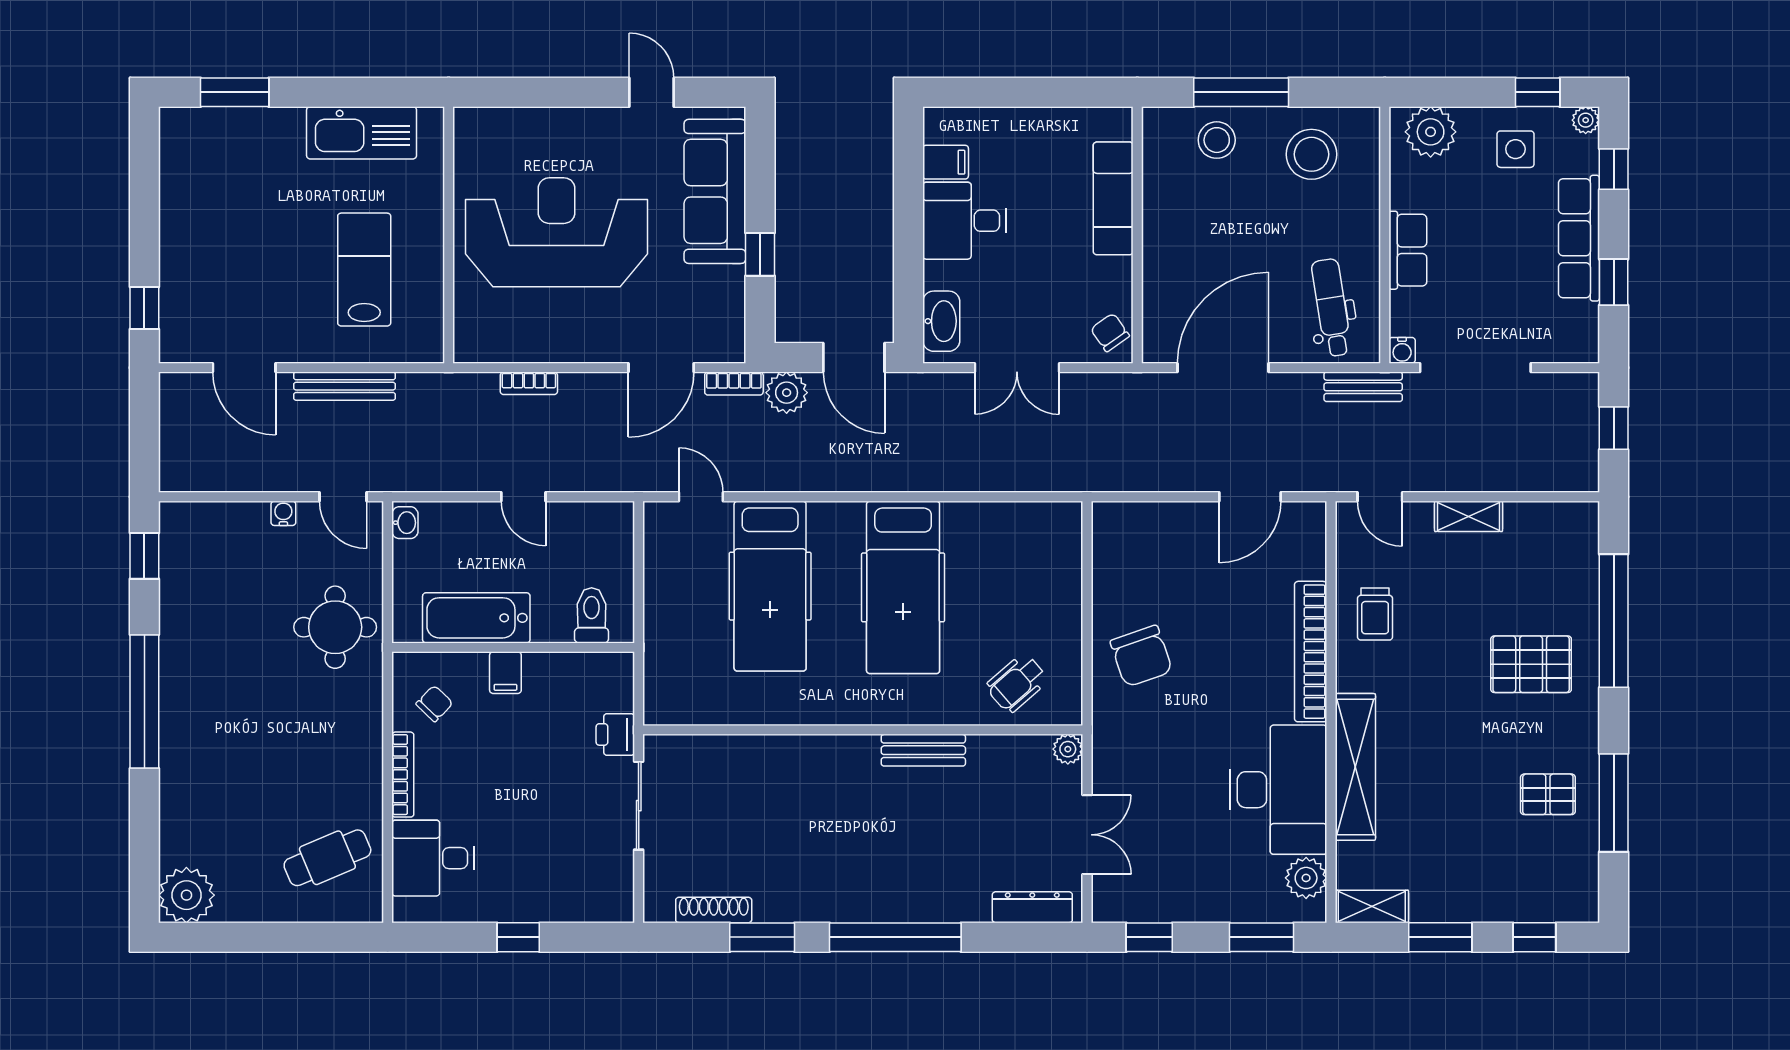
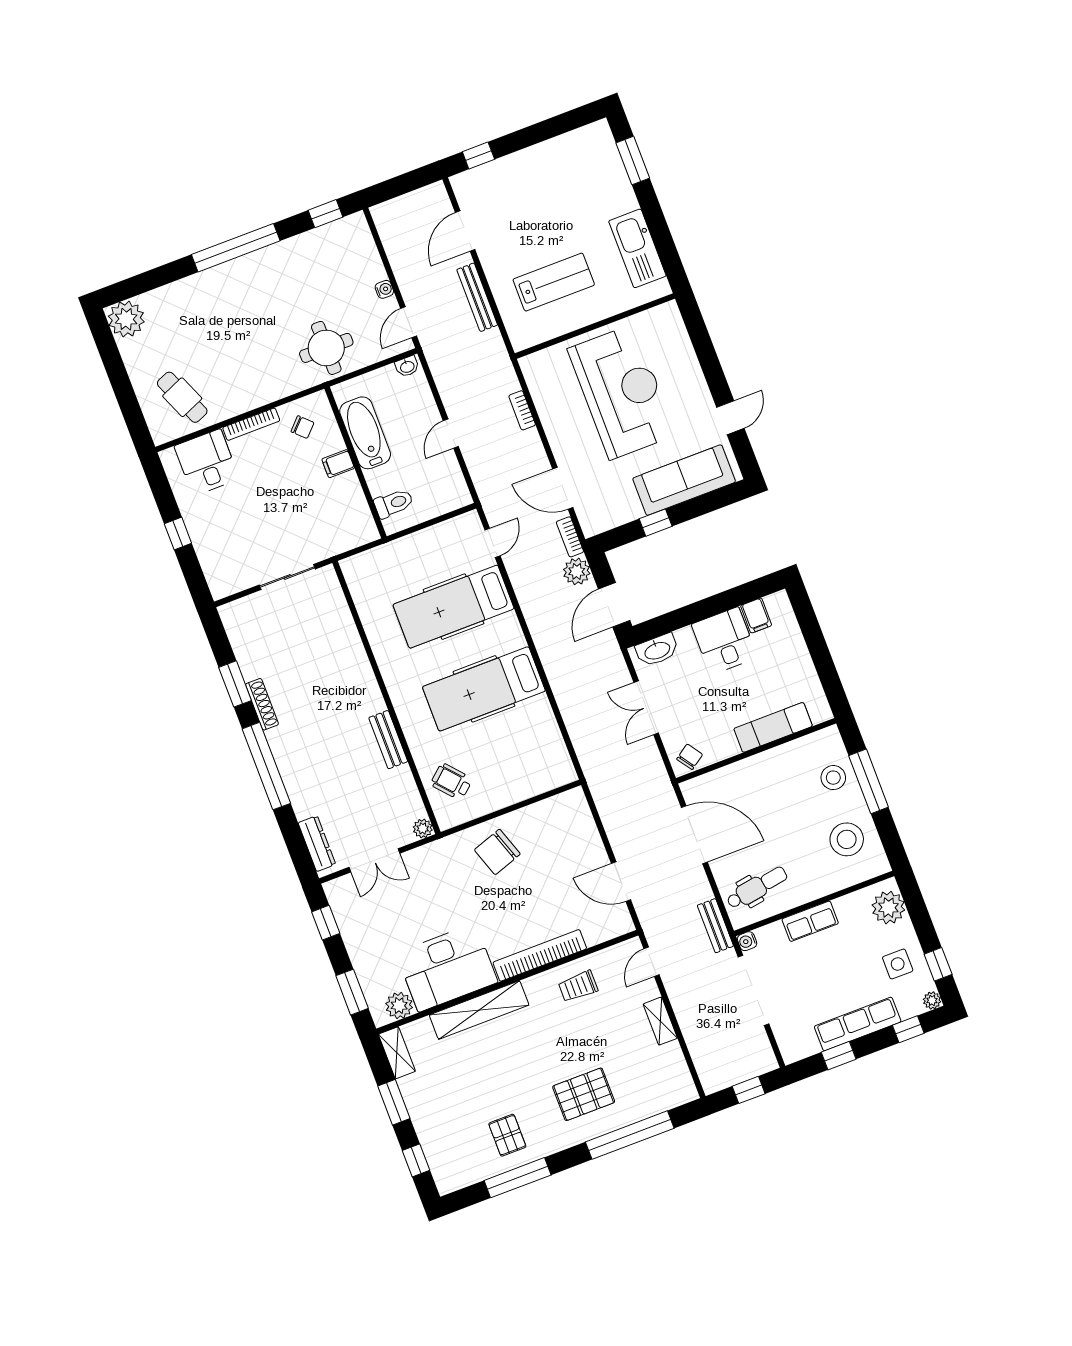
pallet: (1531, 664) -> (584, 1094), turned 90
printer: (615, 734) -> (326, 546), removed
shoe rack: (714, 910) -> (262, 704), moved

